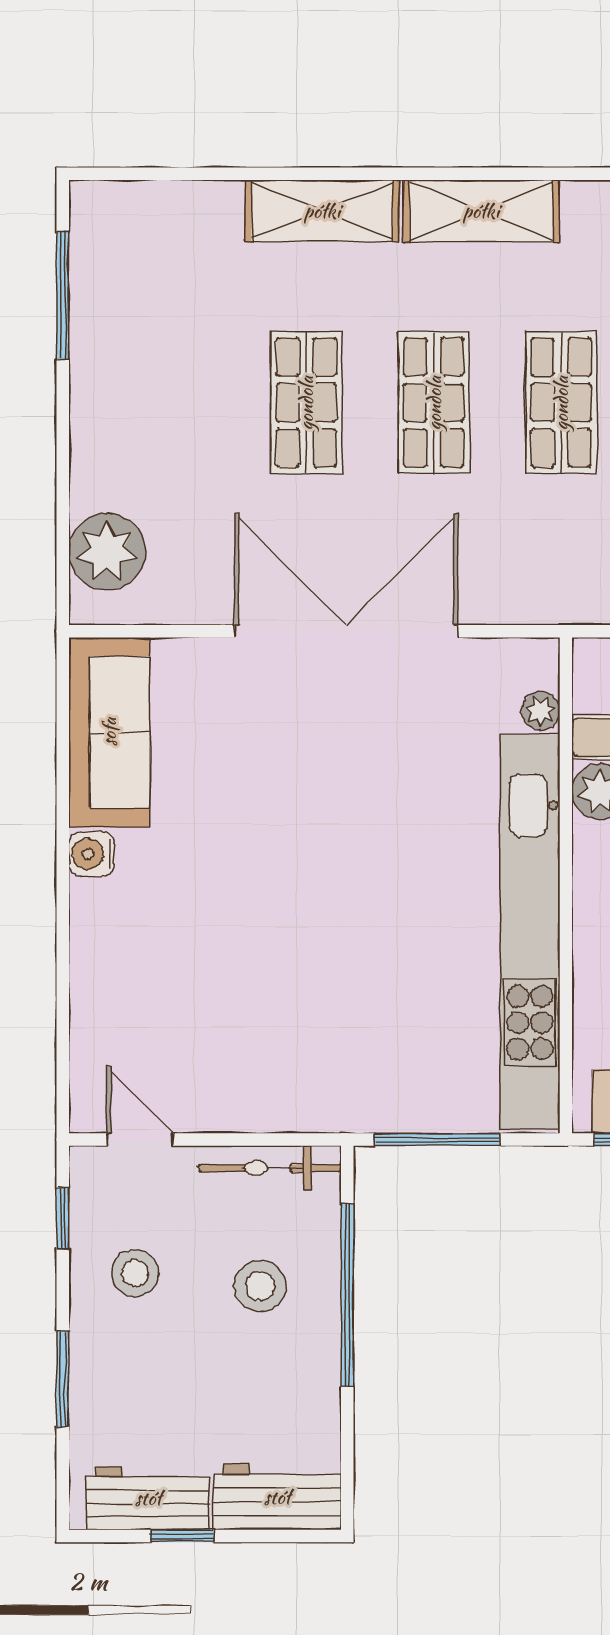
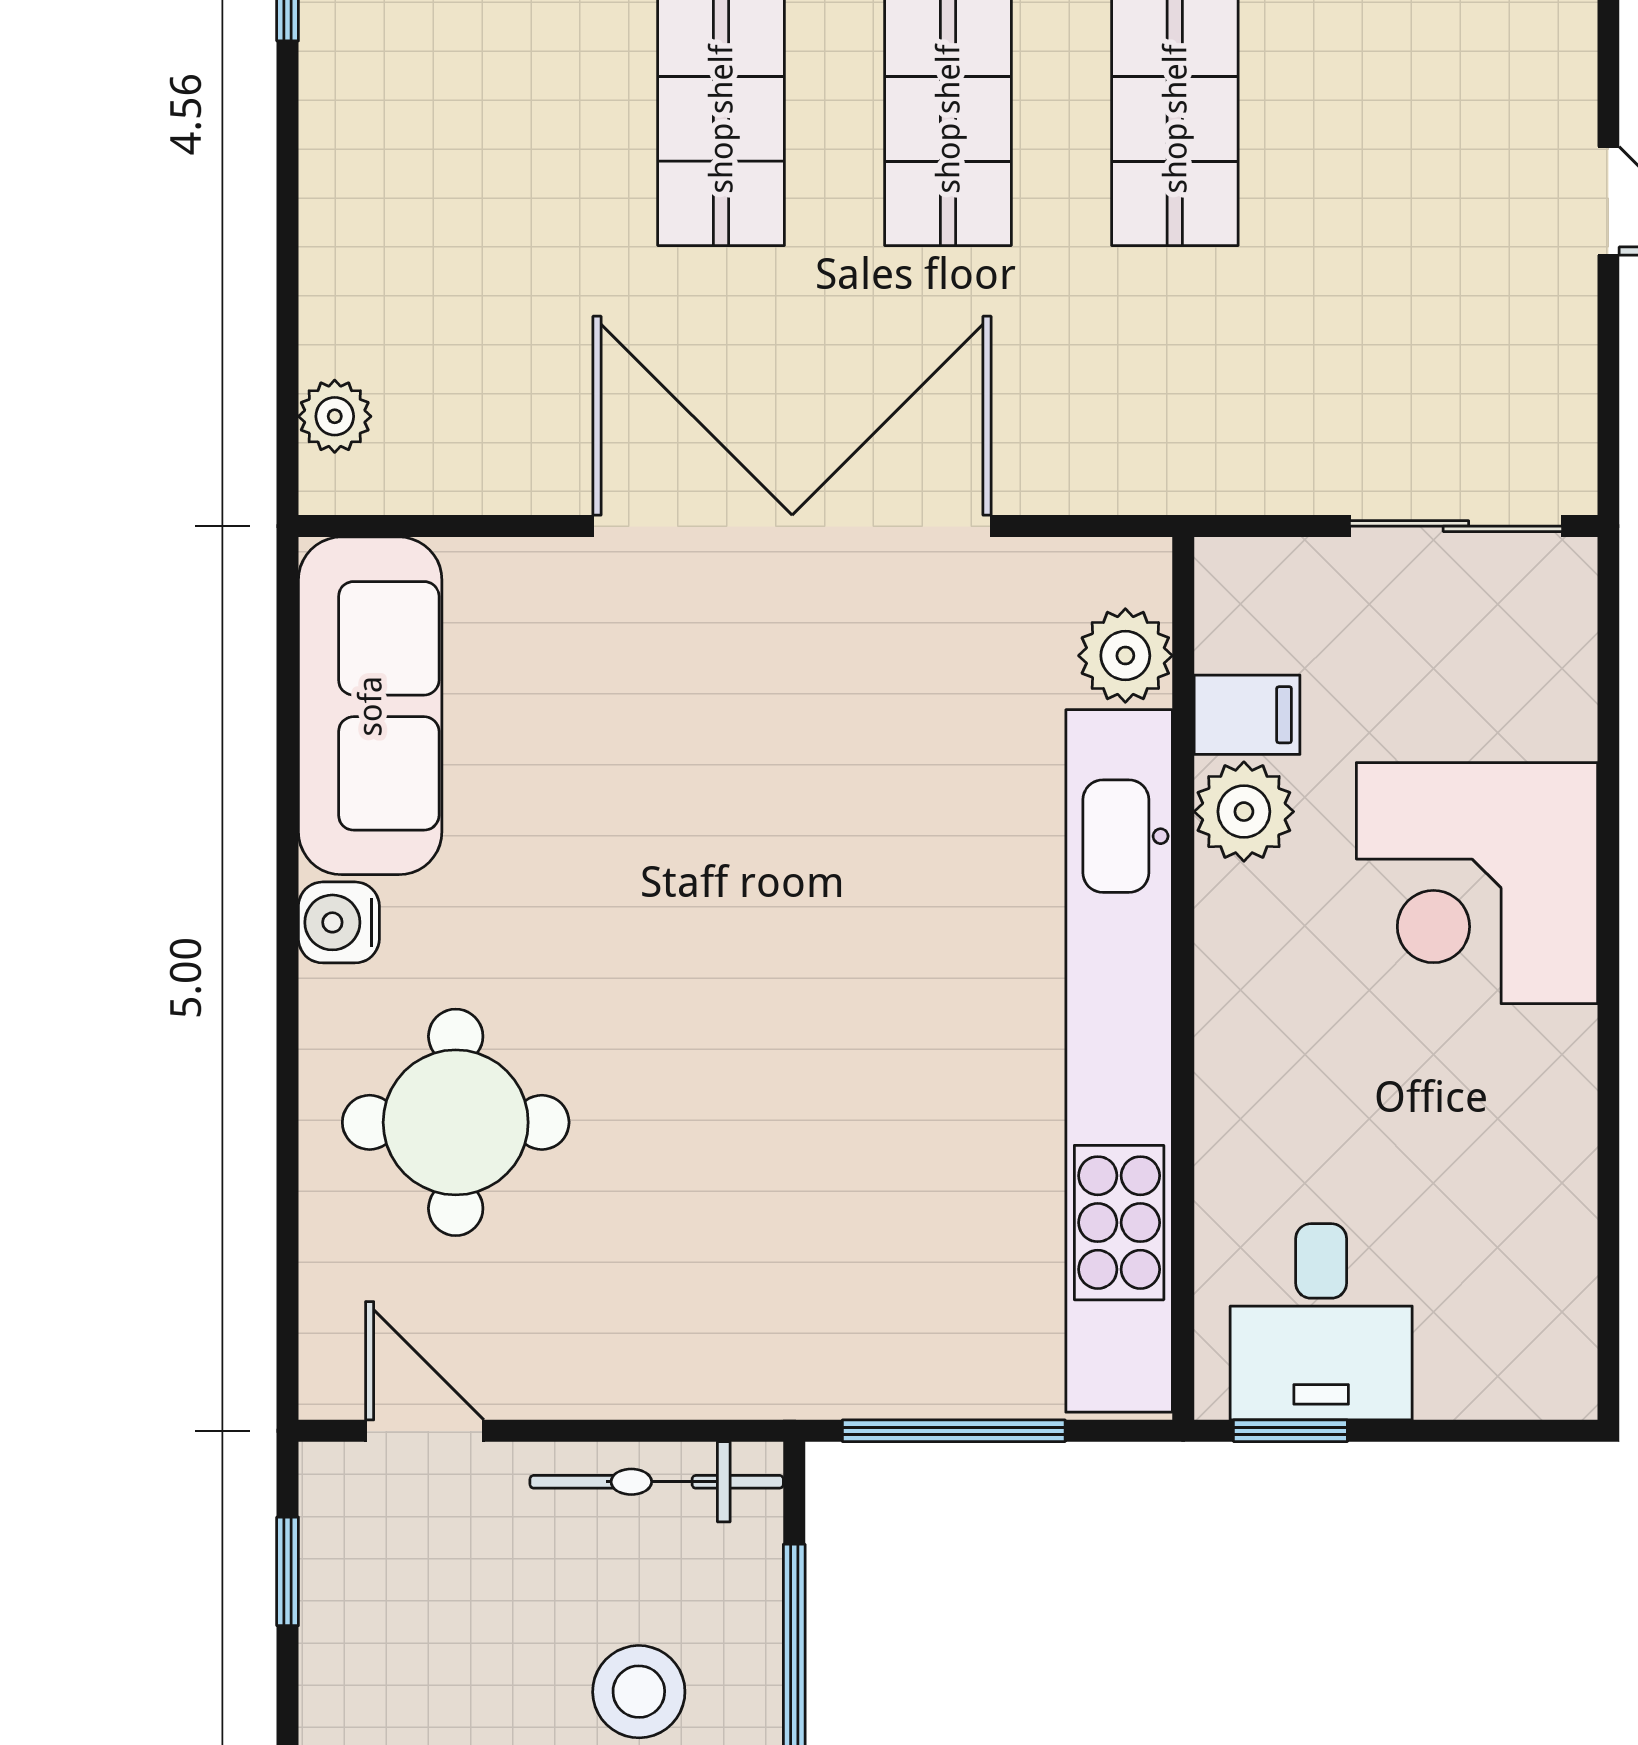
plant: (107, 552) -> (335, 416), width x0.53, depth x0.53
plant: (541, 711) -> (1125, 656), width x1.38, depth x1.38
round table: (157, 966) -> (456, 1122), added
stool: (135, 1273) -> (416, 1669), removed

